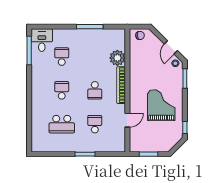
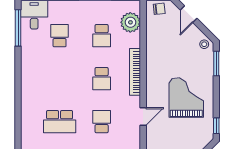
door: (171, 47) -> (189, 14), moved
plant: (117, 58) -> (130, 22), moved
school desk: (62, 90) -> (102, 36), moved, turned 180

